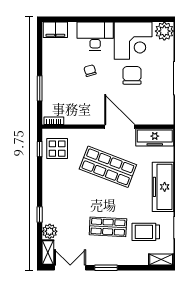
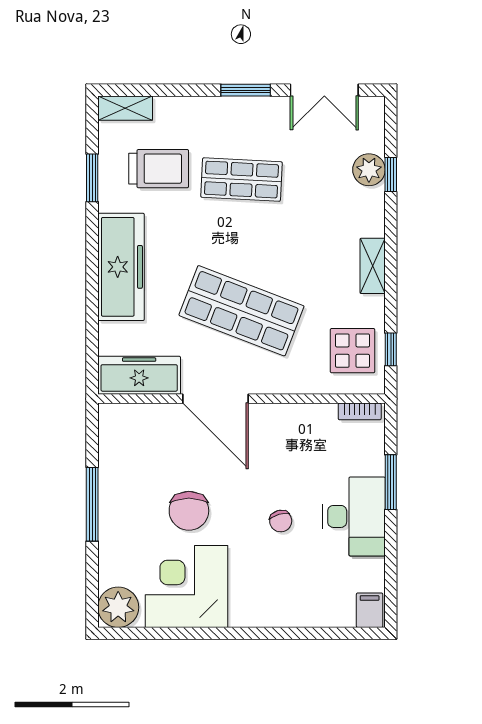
filing cabinet: (55, 30) -> (370, 610), width x0.50
desk: (95, 36) -> (354, 516), moved, turned -90
window: (40, 215) -> (391, 175), moved
shelving: (48, 252) -> (373, 266), moved

